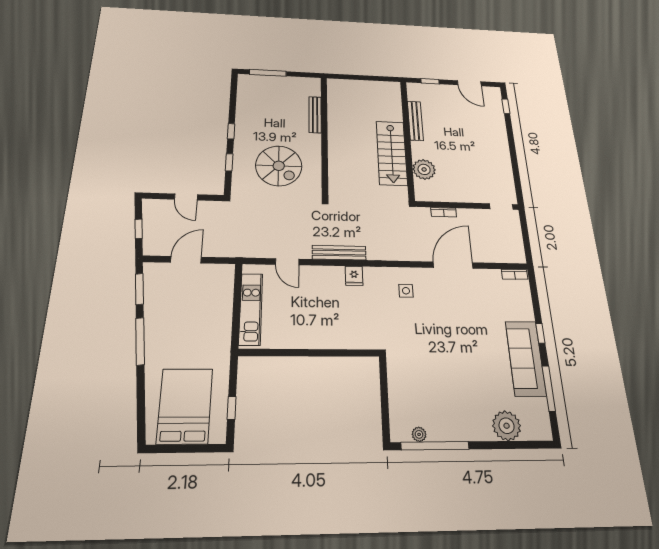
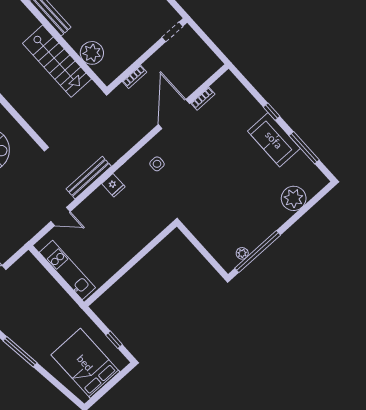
bookcase: (515, 274) -> (203, 99), moved
sofa: (525, 358) -> (274, 140), width x0.73

